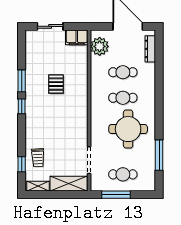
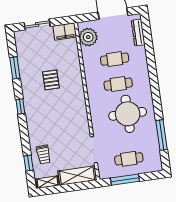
window: (22, 81) -> (15, 68), moved

